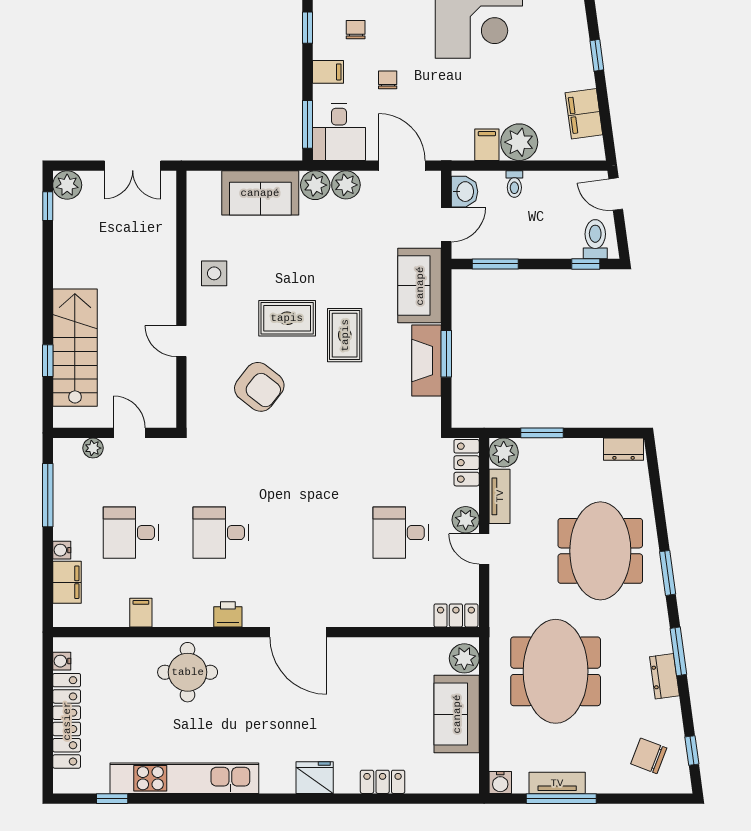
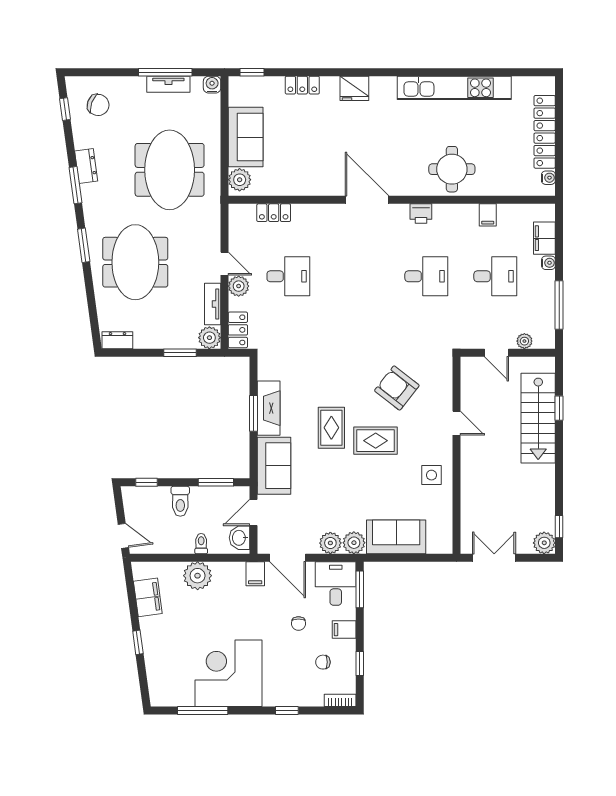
chair: (356, 30) -> (323, 662), turned 90
filing cabinet: (487, 145) -> (255, 574), moved
toilet: (595, 239) -> (180, 501), moved
locker: (456, 615) -> (274, 213), moved
window: (112, 799) -> (252, 72), moved

